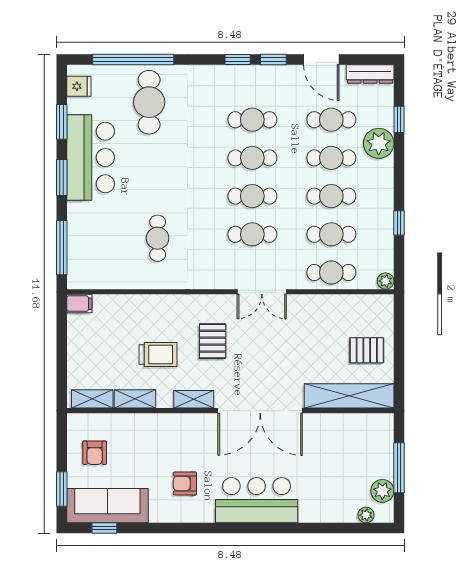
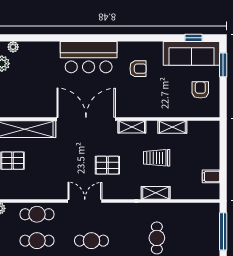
filing cabinet: (79, 304) -> (211, 176), moved
pallet: (213, 341) -> (107, 165), moved, turned 90
shelving: (92, 399) -> (156, 193), moved

